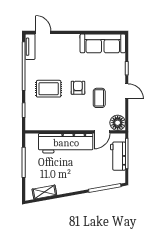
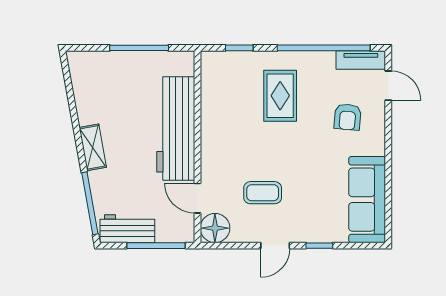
door: (43, 32) -> (388, 86), hinge flipped
armchair: (78, 88) -> (348, 117), moved, turned 95
workbench: (118, 156) -> (127, 229), moved
shelving: (44, 192) -> (93, 147), moved

